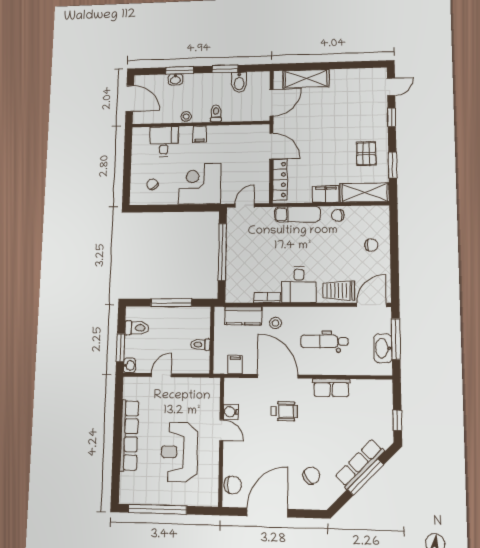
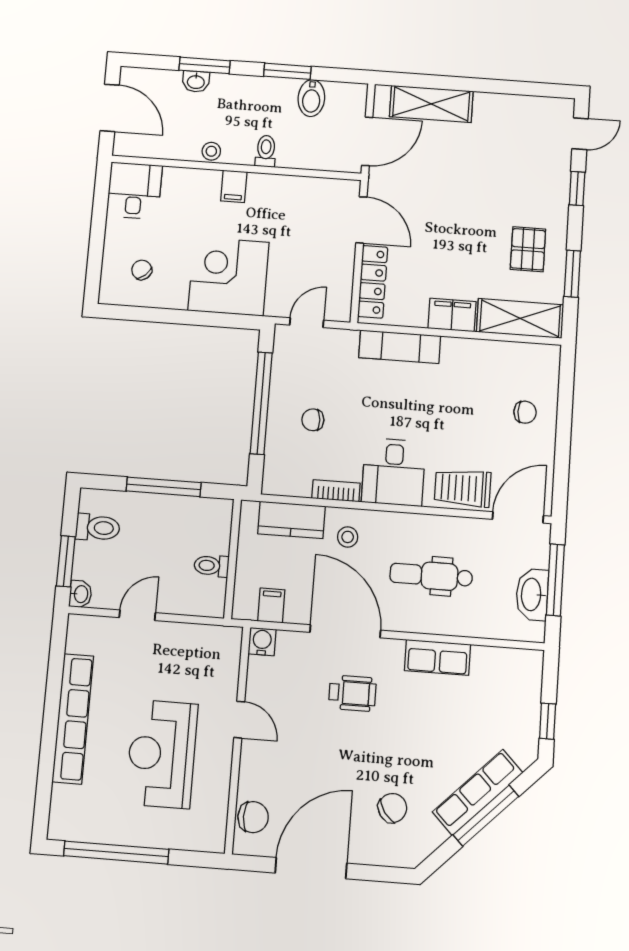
desk: (164, 141) -> (134, 191), moved
chair: (338, 215) -> (313, 420), moved
water cooler: (231, 412) -> (262, 642), moved, turned 90

